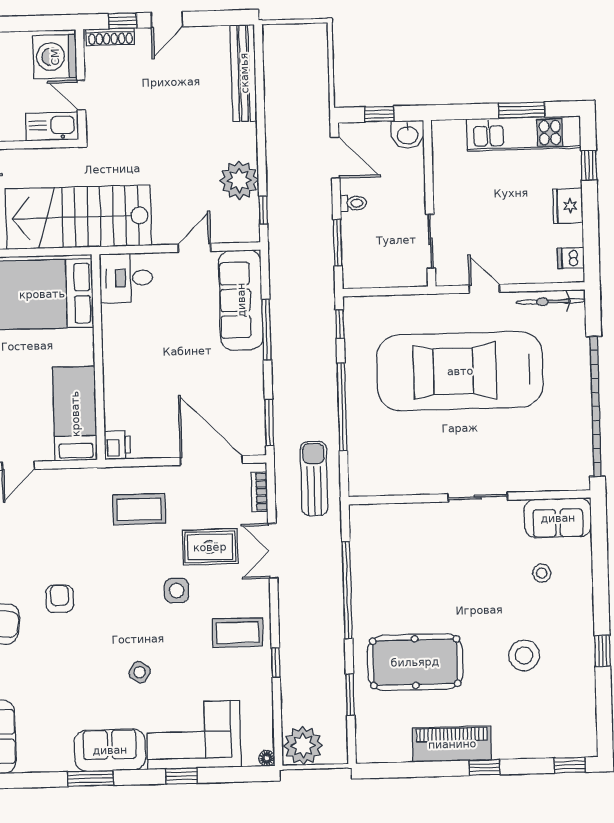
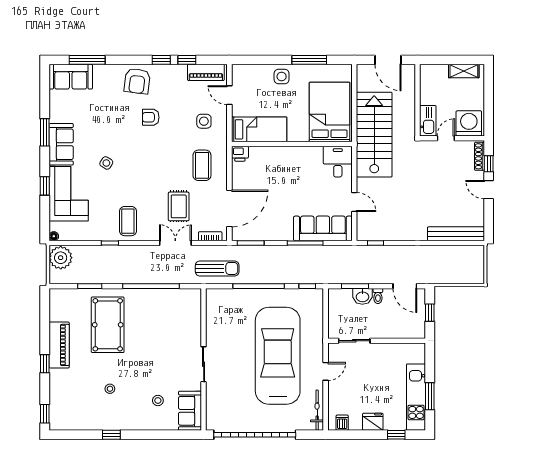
washbasin: (408, 134) -> (362, 296), moved, turned -90
door: (335, 158) -> (405, 286), hinge flipped
plant: (239, 180) -> (393, 229), removed
side table: (177, 591) -> (204, 121), moved
armchair: (60, 599) -> (151, 117), turned 180
stool: (524, 655) -> (110, 389), width x0.53, depth x0.53

